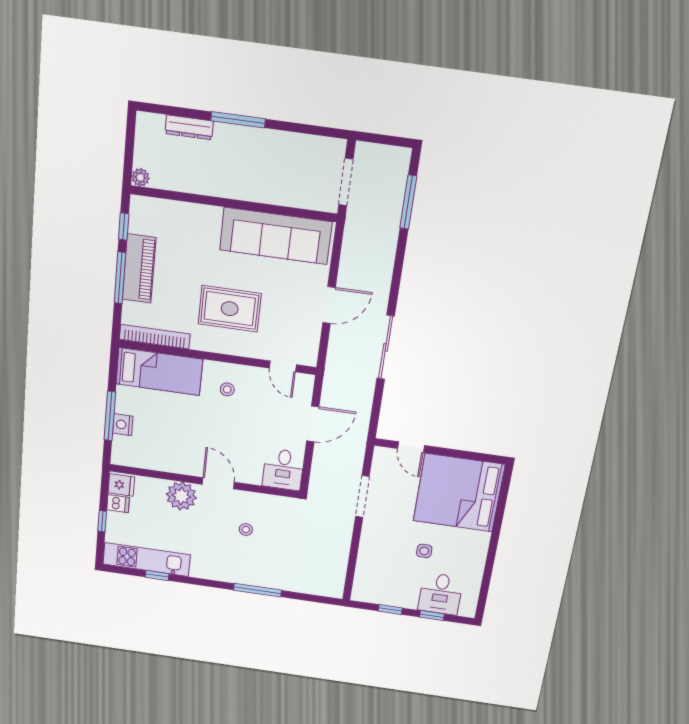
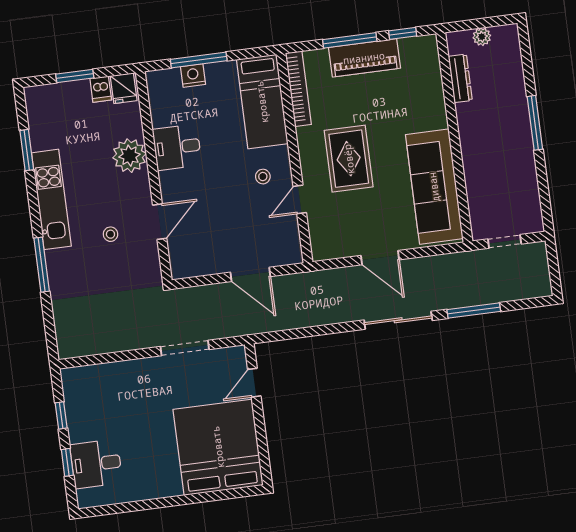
dresser: (189, 127) -> (460, 78), moved, turned 180
plant: (140, 177) -> (482, 37), moved
doorway: (346, 182) -> (505, 241), width x0.73
window: (408, 202) -> (474, 310), moved
sliding door: (386, 347) -> (398, 320), moved
door: (283, 366) -> (300, 199), moved
desk: (283, 469) -> (177, 147), moved
door: (218, 483) -> (160, 222), moved
window: (102, 521) -> (75, 76), width x1.50
side table: (424, 551) -> (141, 431), removed
kitchen unit: (147, 559) -> (51, 199), moved
window: (157, 575) -> (27, 150), width x1.50

